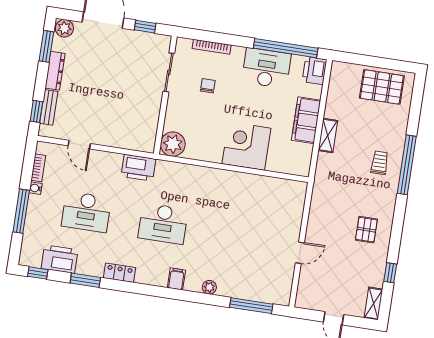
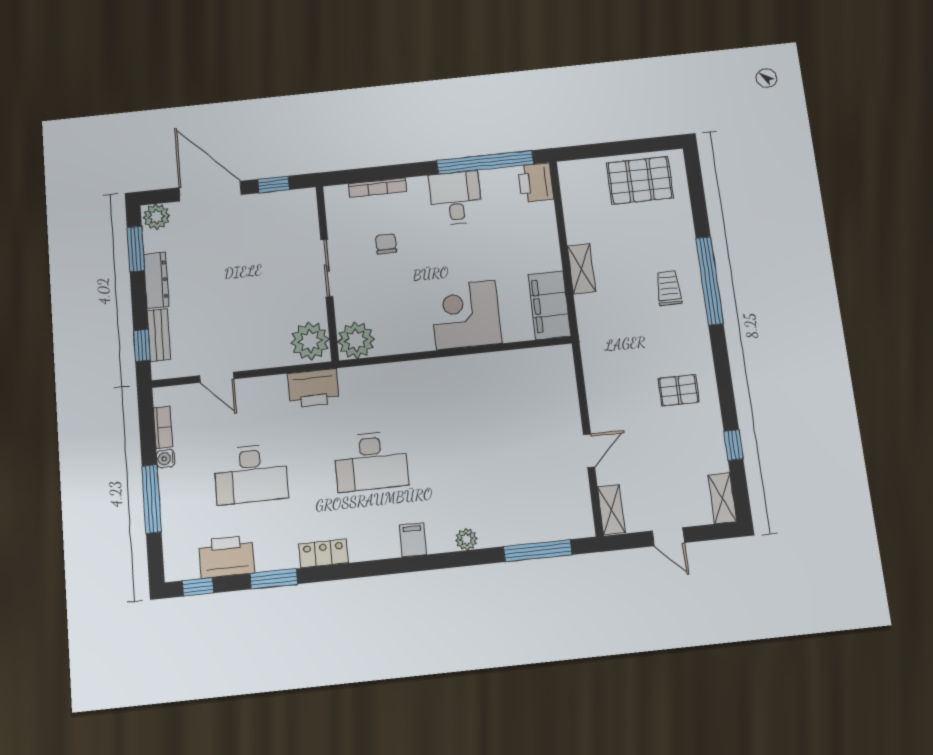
desk: (266, 68) -> (456, 198), width x0.73
sliding door: (169, 72) -> (327, 268), moved
filing cabinet: (306, 120) -> (549, 305), moved
plant: (144, 137) -> (310, 341), added
pallet: (366, 230) -> (679, 390), turned 90
shelving: (303, 293) -> (611, 510), added

